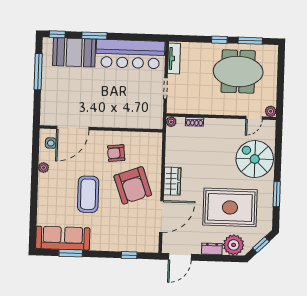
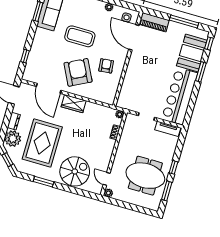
meeting table: (238, 72) -> (145, 176), turned 90
piano: (48, 108) -> (154, 22), added
armchair: (133, 185) -> (78, 72), turned 83

